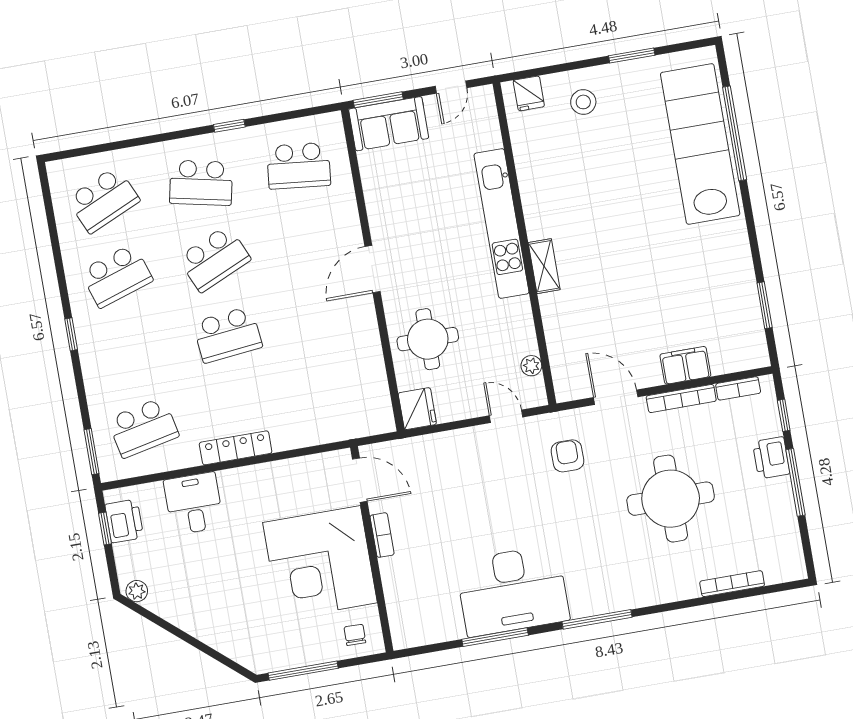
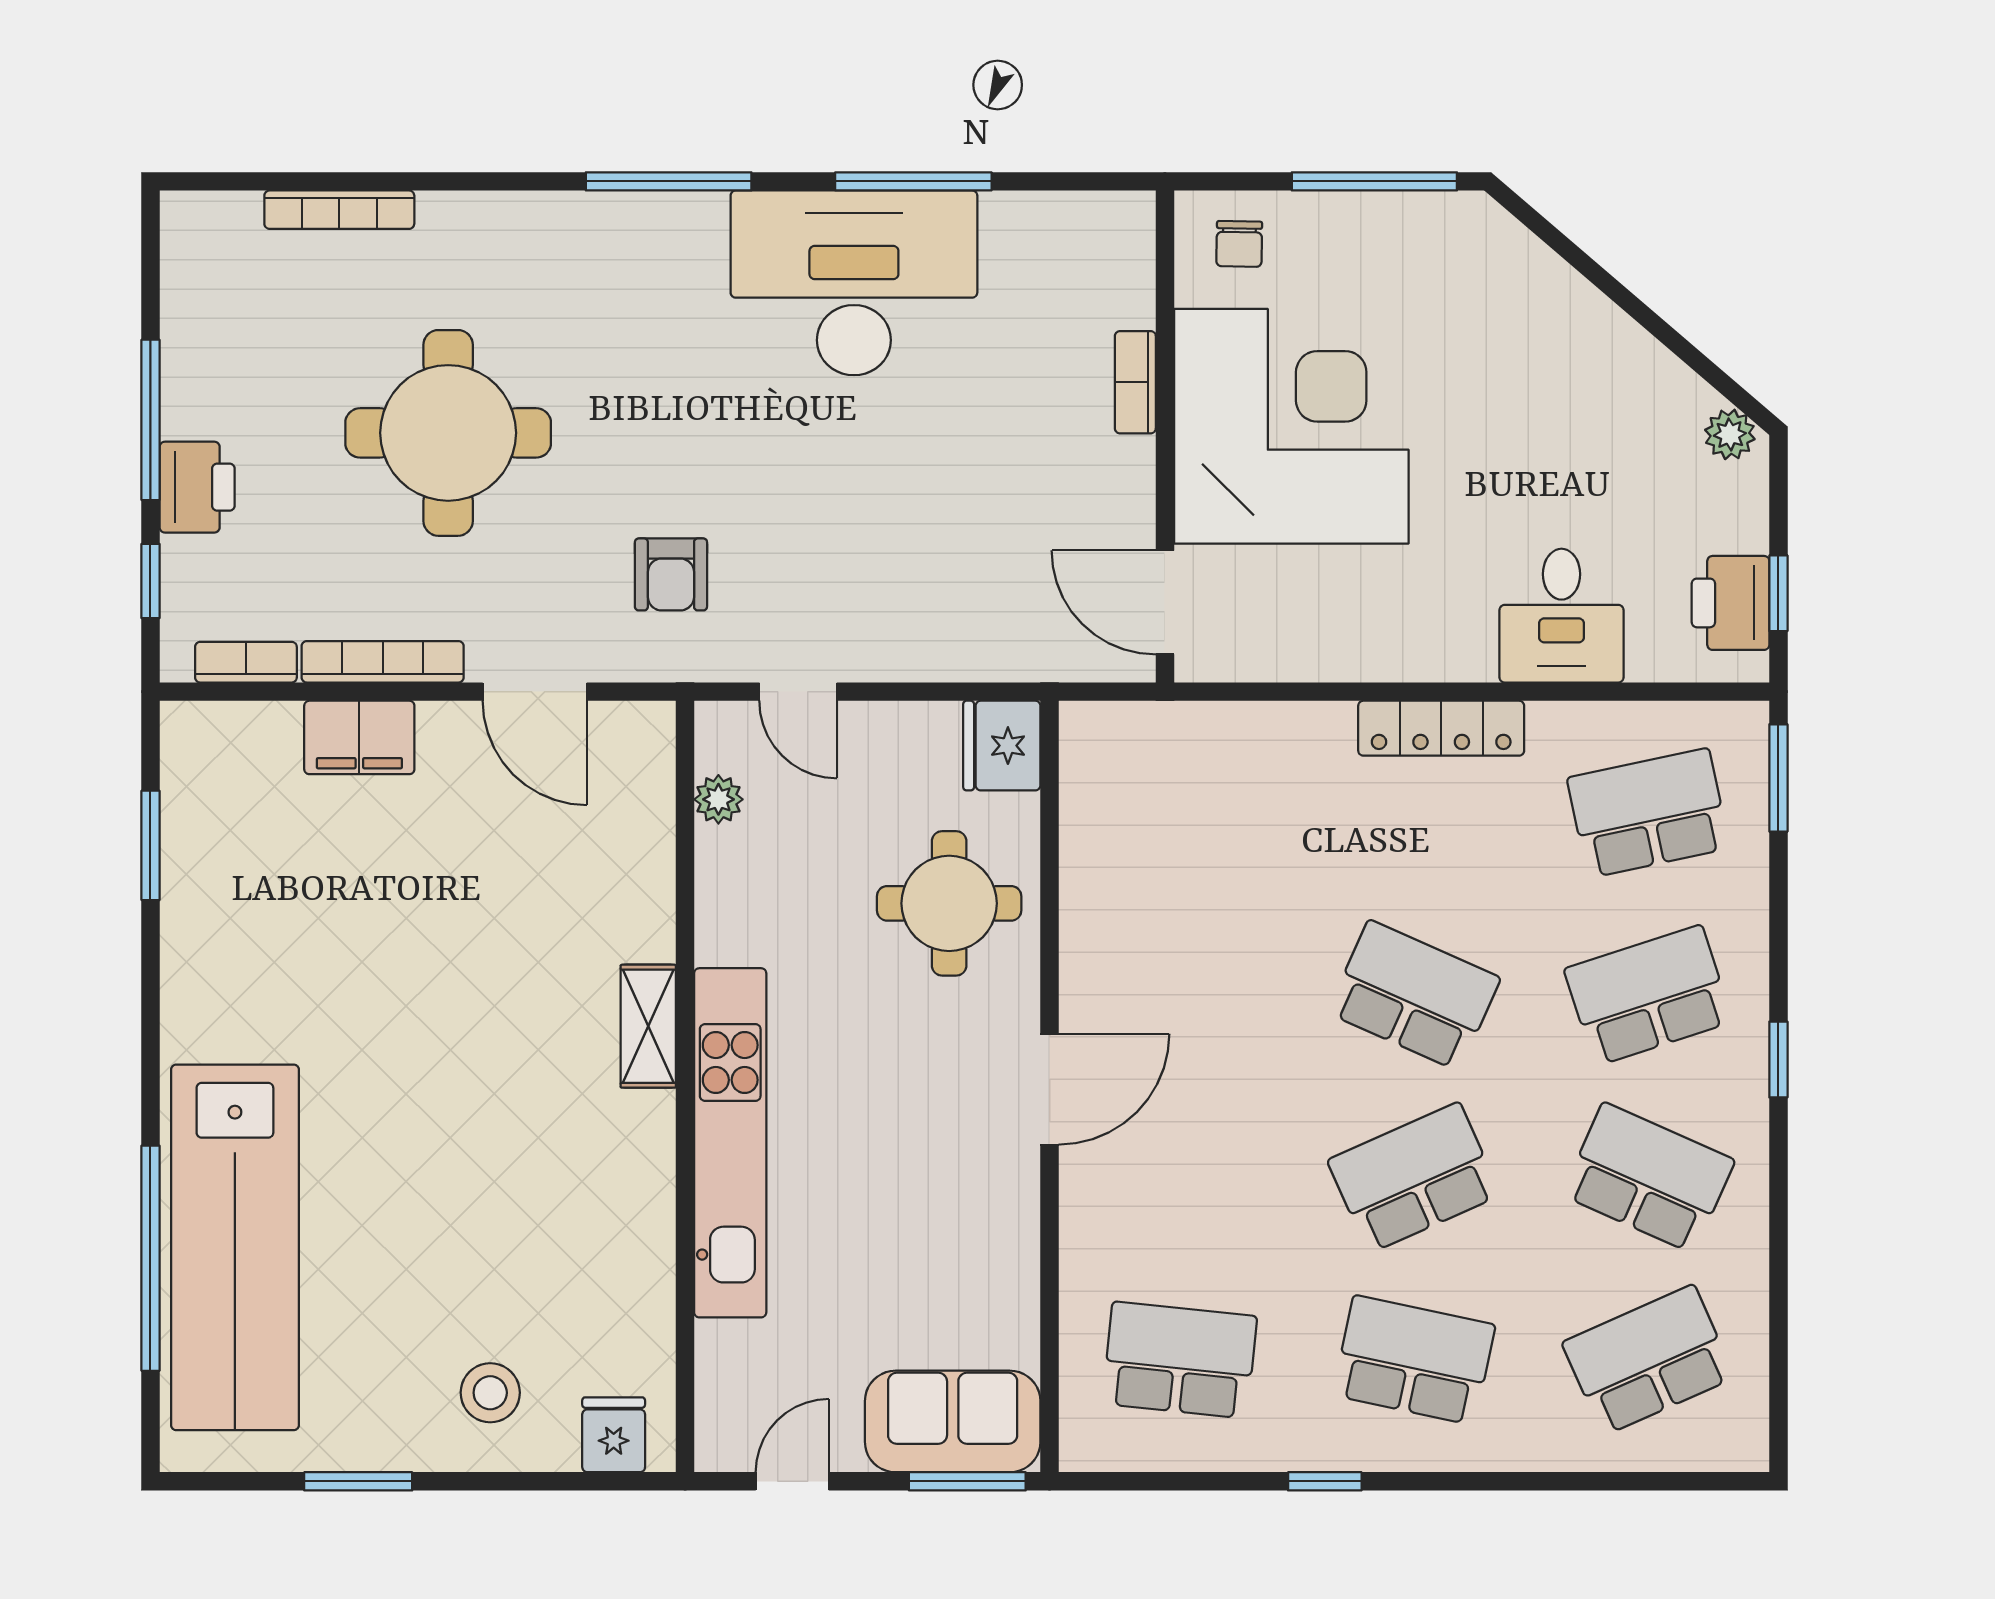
school desk: (117, 276) -> (1648, 1178), turned 42
school desk: (228, 335) -> (1414, 995), turned 30
school desk: (130, 352) -> (1648, 995), added
bookcase: (382, 535) -> (1135, 382), moved

